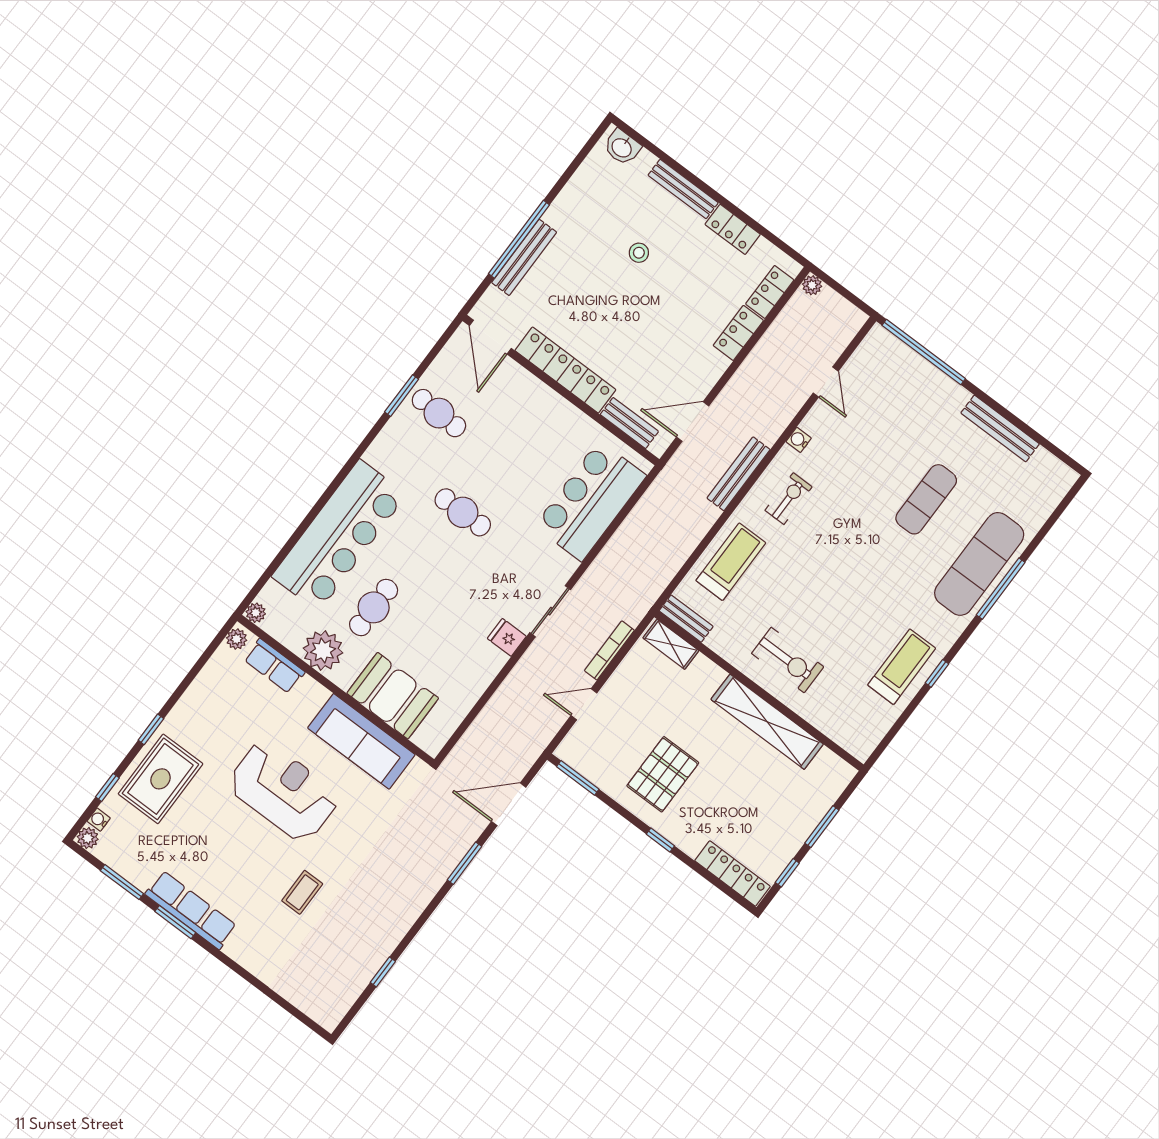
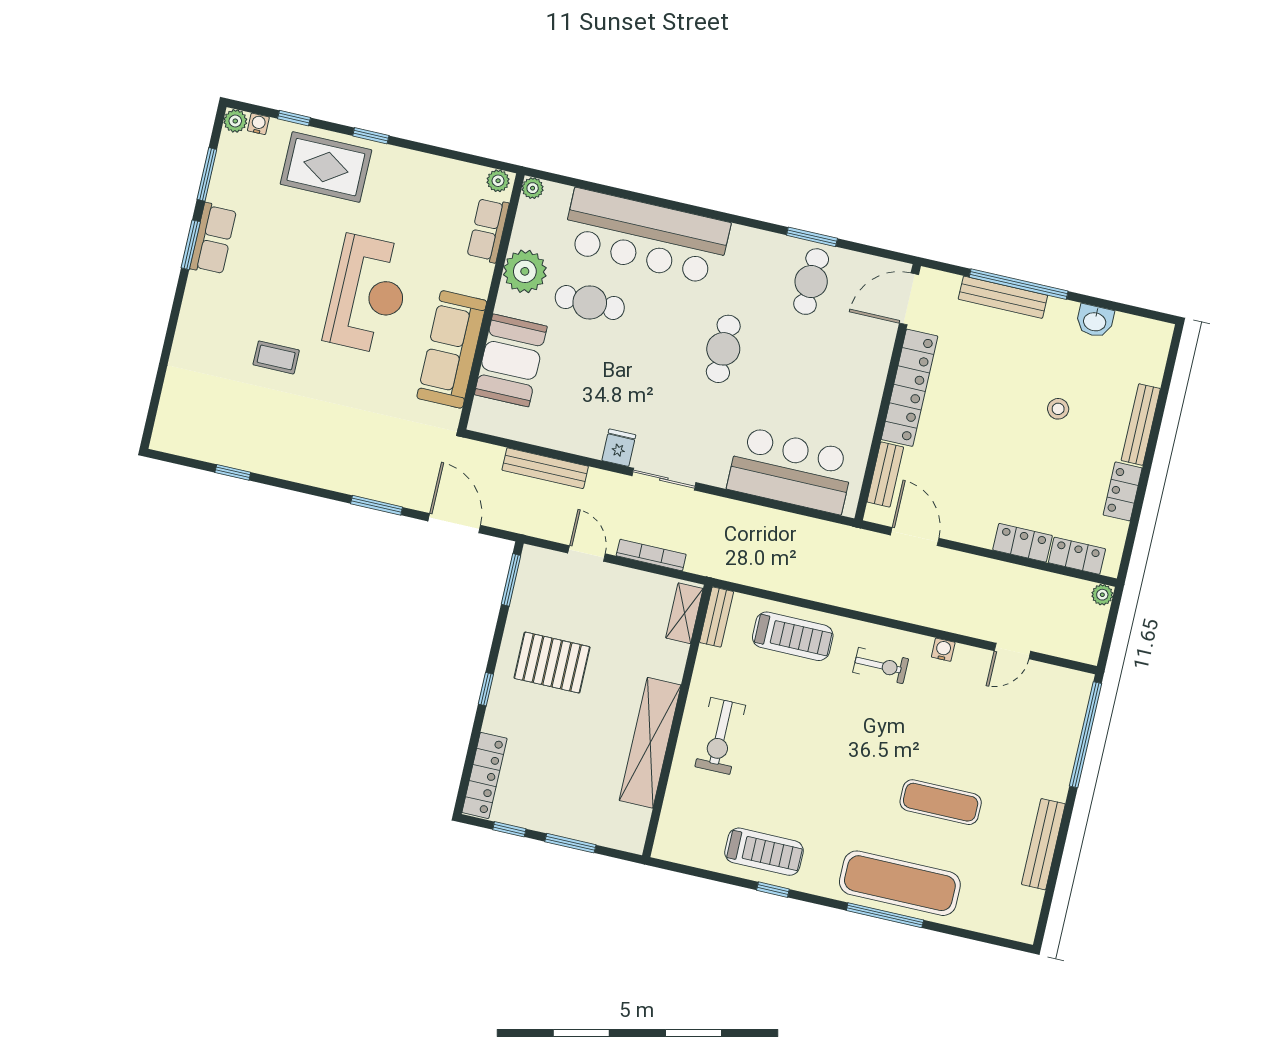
washbasin: (622, 147) -> (1095, 321), moved, turned -90
bench: (739, 474) -> (545, 468), moved
row of seats: (191, 910) -> (213, 239), width x0.68

